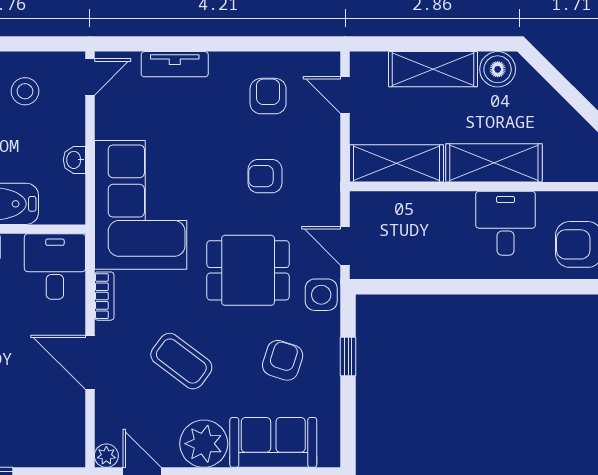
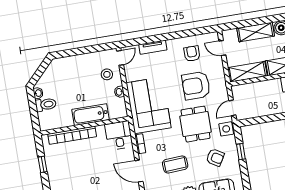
stool: (25, 91) -> (107, 74), moved
armchair: (265, 176) -> (196, 86), width x1.88, depth x1.88
door: (345, 246) -> (232, 108), hinge flipped
dining table: (248, 270) -> (196, 124), turned 90
armchair: (283, 360) -> (215, 157), turned 103
coffee table: (181, 361) -> (175, 165), turned -40

